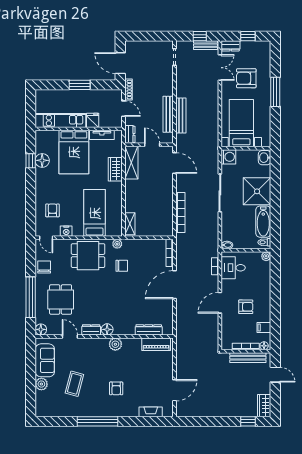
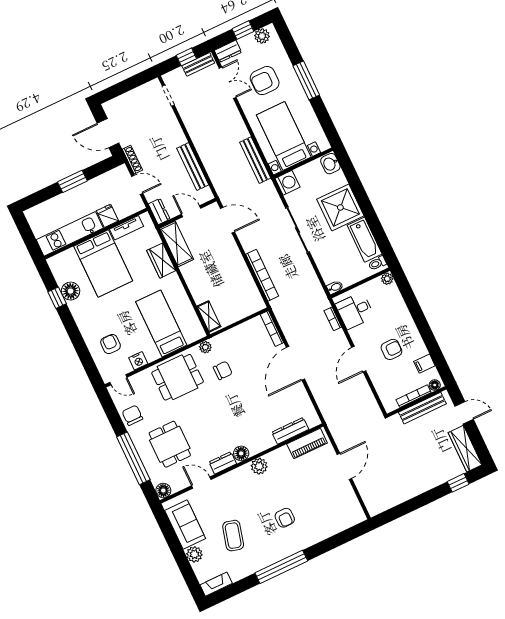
plant: (259, 46) -> (262, 36), added
bench: (181, 115) -> (255, 160), moved
door: (175, 390) -> (344, 466), moved
wardrobe: (264, 406) -> (465, 449), width x1.50
fireplace: (151, 412) -> (216, 584), moved

